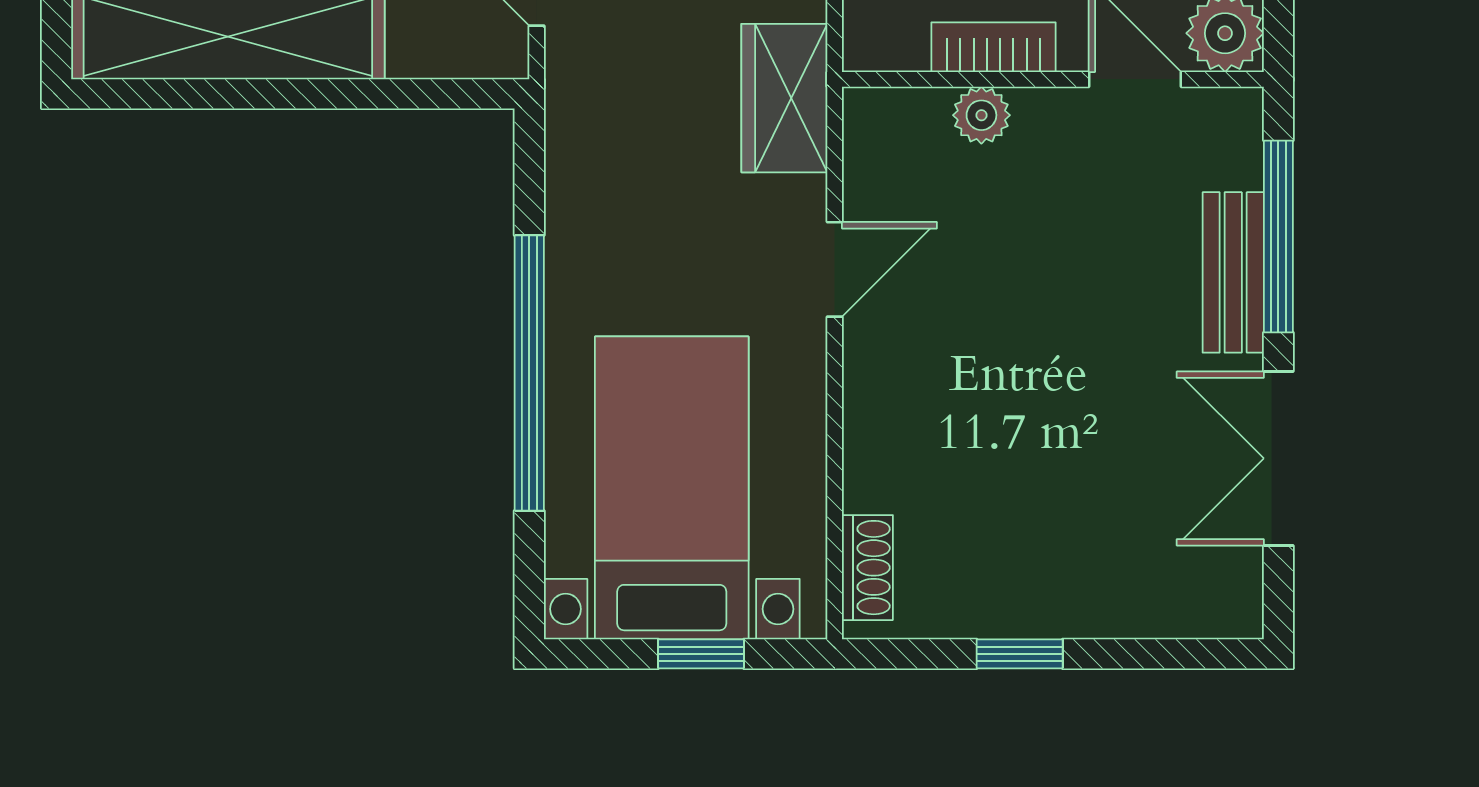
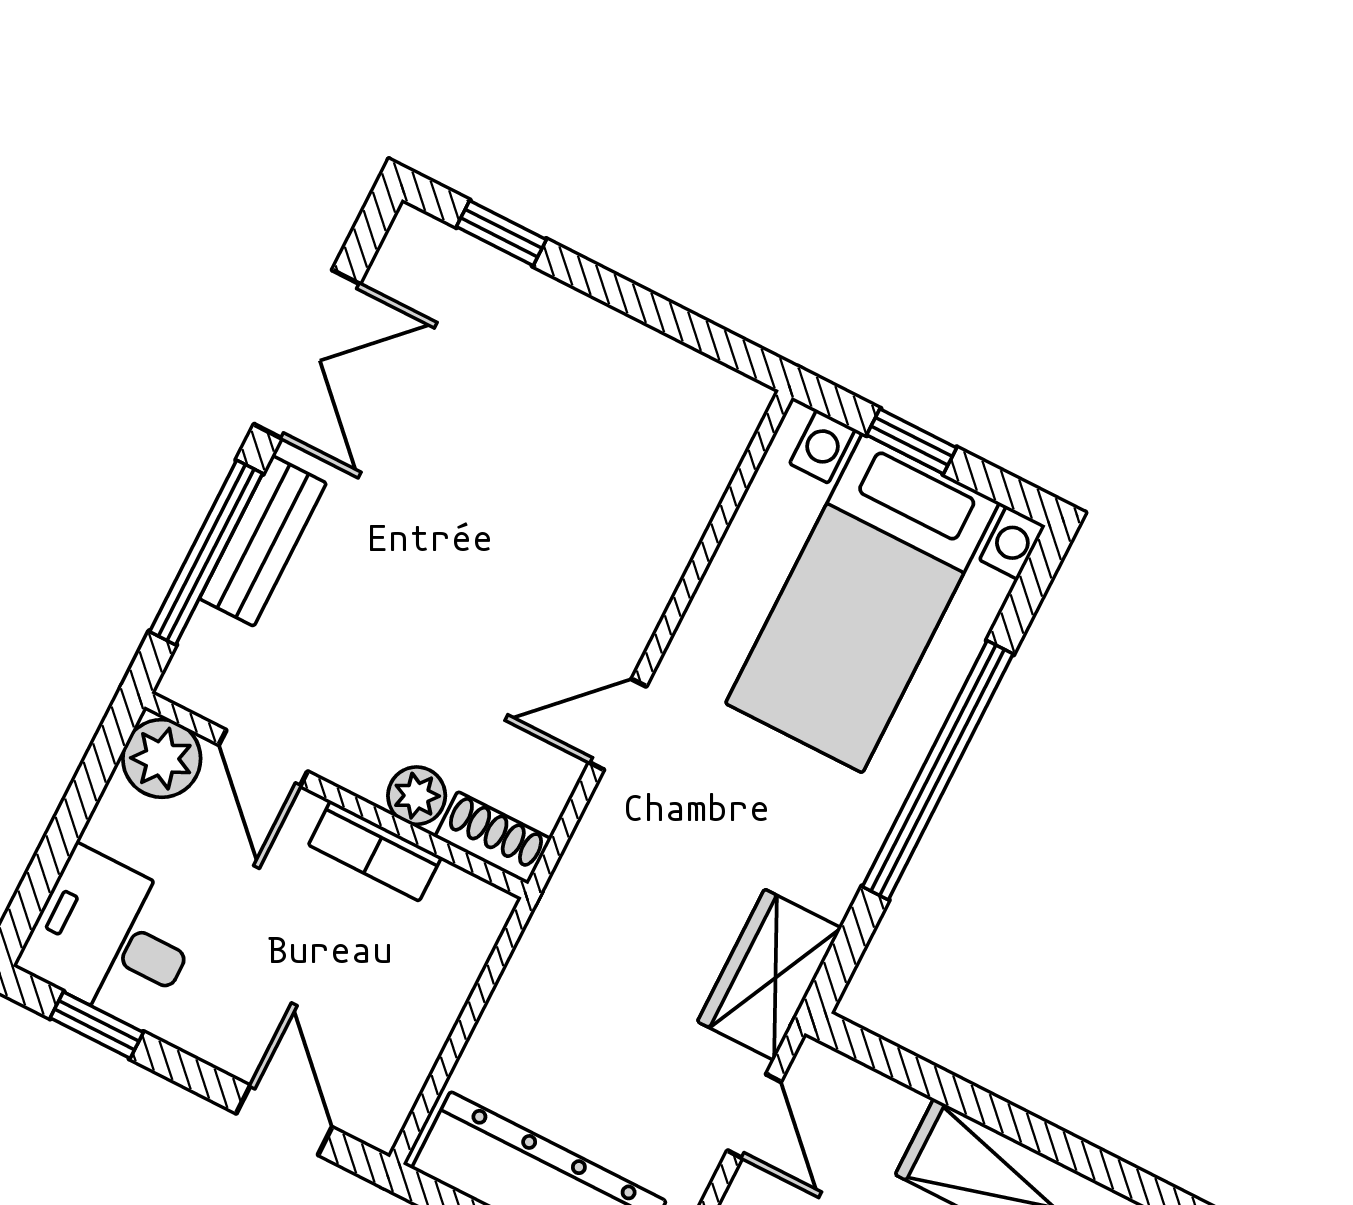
wardrobe: (784, 98) -> (769, 975), moved, turned 180
shoe rack: (867, 568) -> (493, 838), moved, turned 90
window: (1020, 654) -> (501, 233), moved

